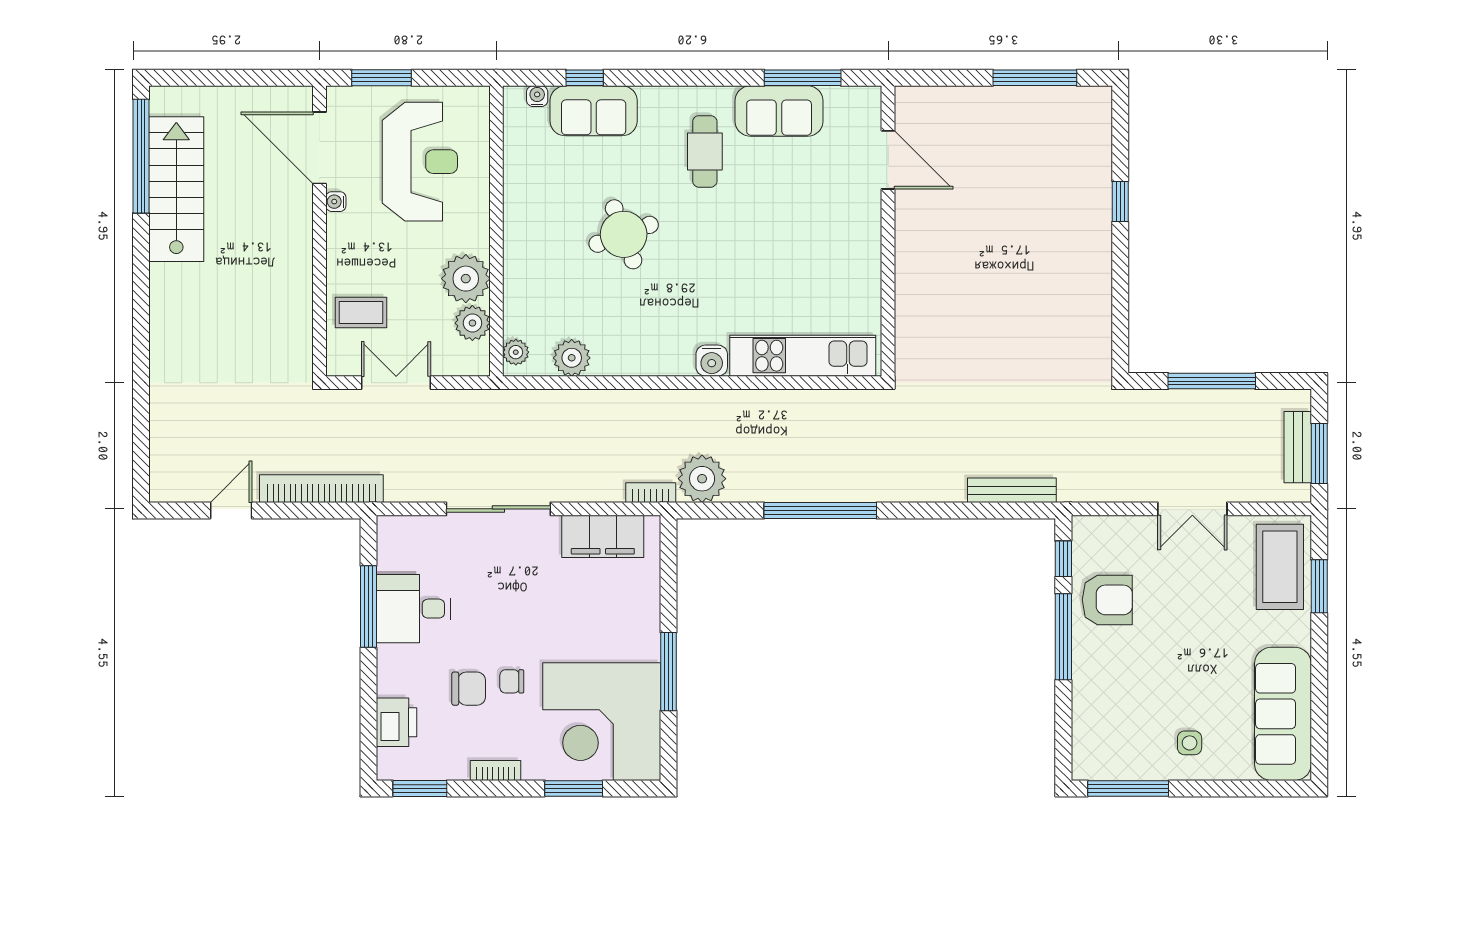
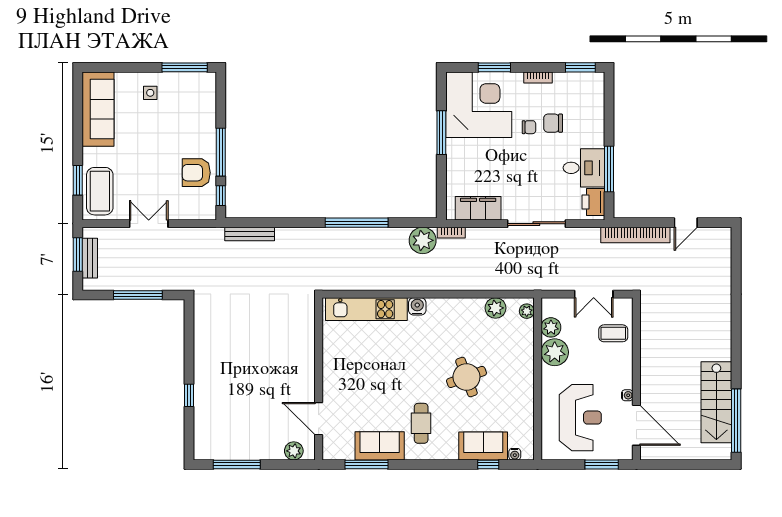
plant: (933, 102) -> (294, 451), added
reception desk: (420, 162) -> (580, 418), turned 180
printer: (396, 722) -> (593, 202), moved

